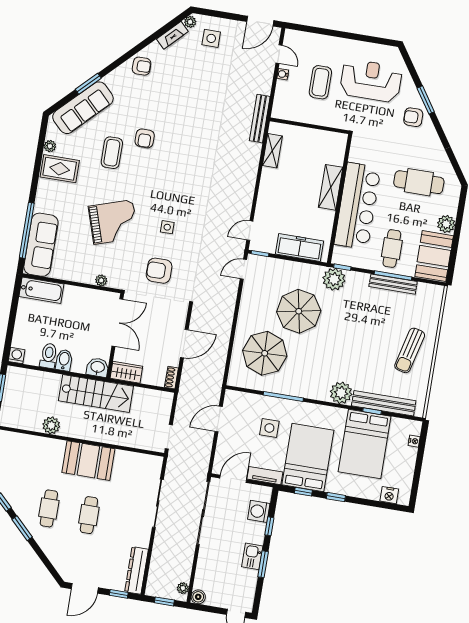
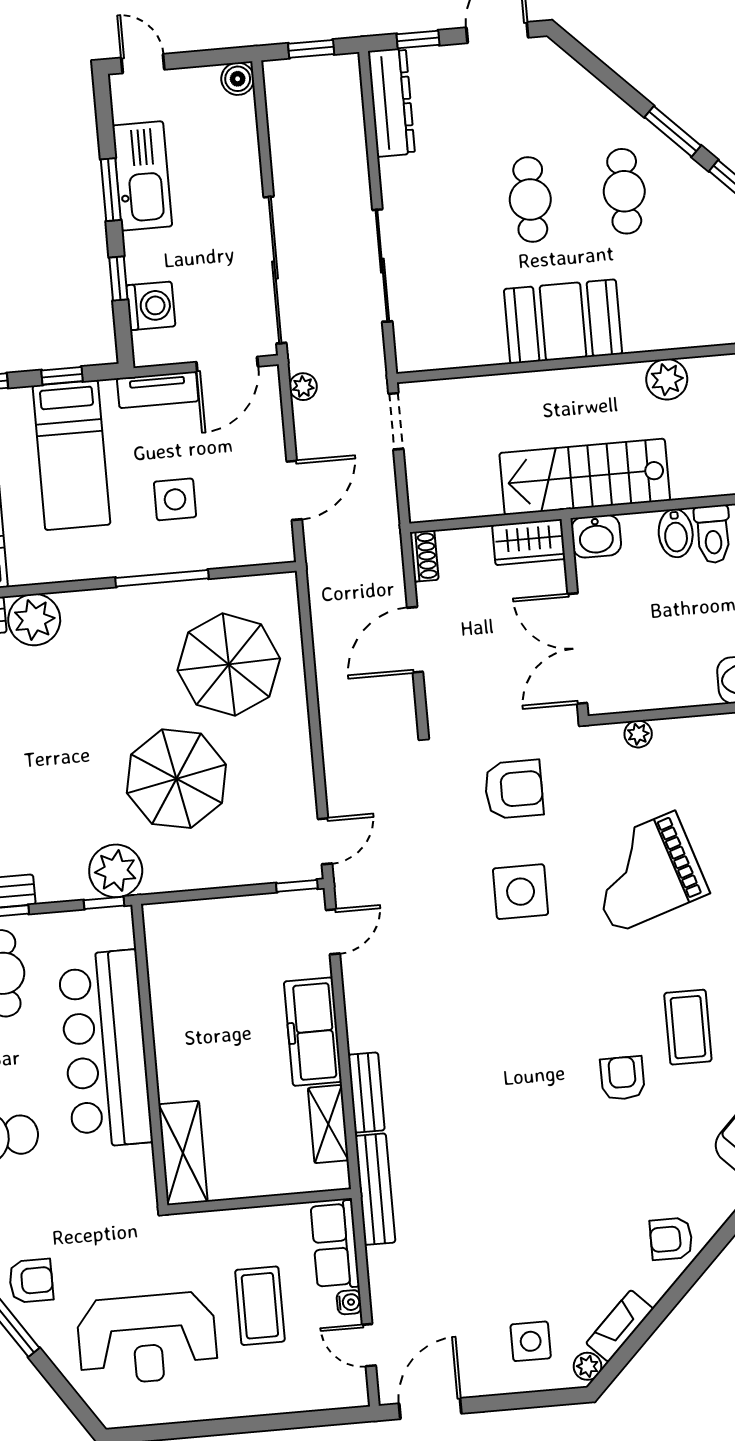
row of seats: (283, 100) -> (335, 1245), added
bench: (253, 160) -> (366, 1093), added
shelving: (331, 187) -> (183, 1153), moved
side table: (167, 227) -> (521, 892), width x1.87, depth x1.87
freezer: (300, 248) -> (313, 1032), moved, turned 90
bed: (308, 458) -> (72, 455), width x0.67
kitchen sink: (252, 556) -> (142, 176), width x1.88, depth x1.24
plant: (183, 588) -> (303, 387), moved

